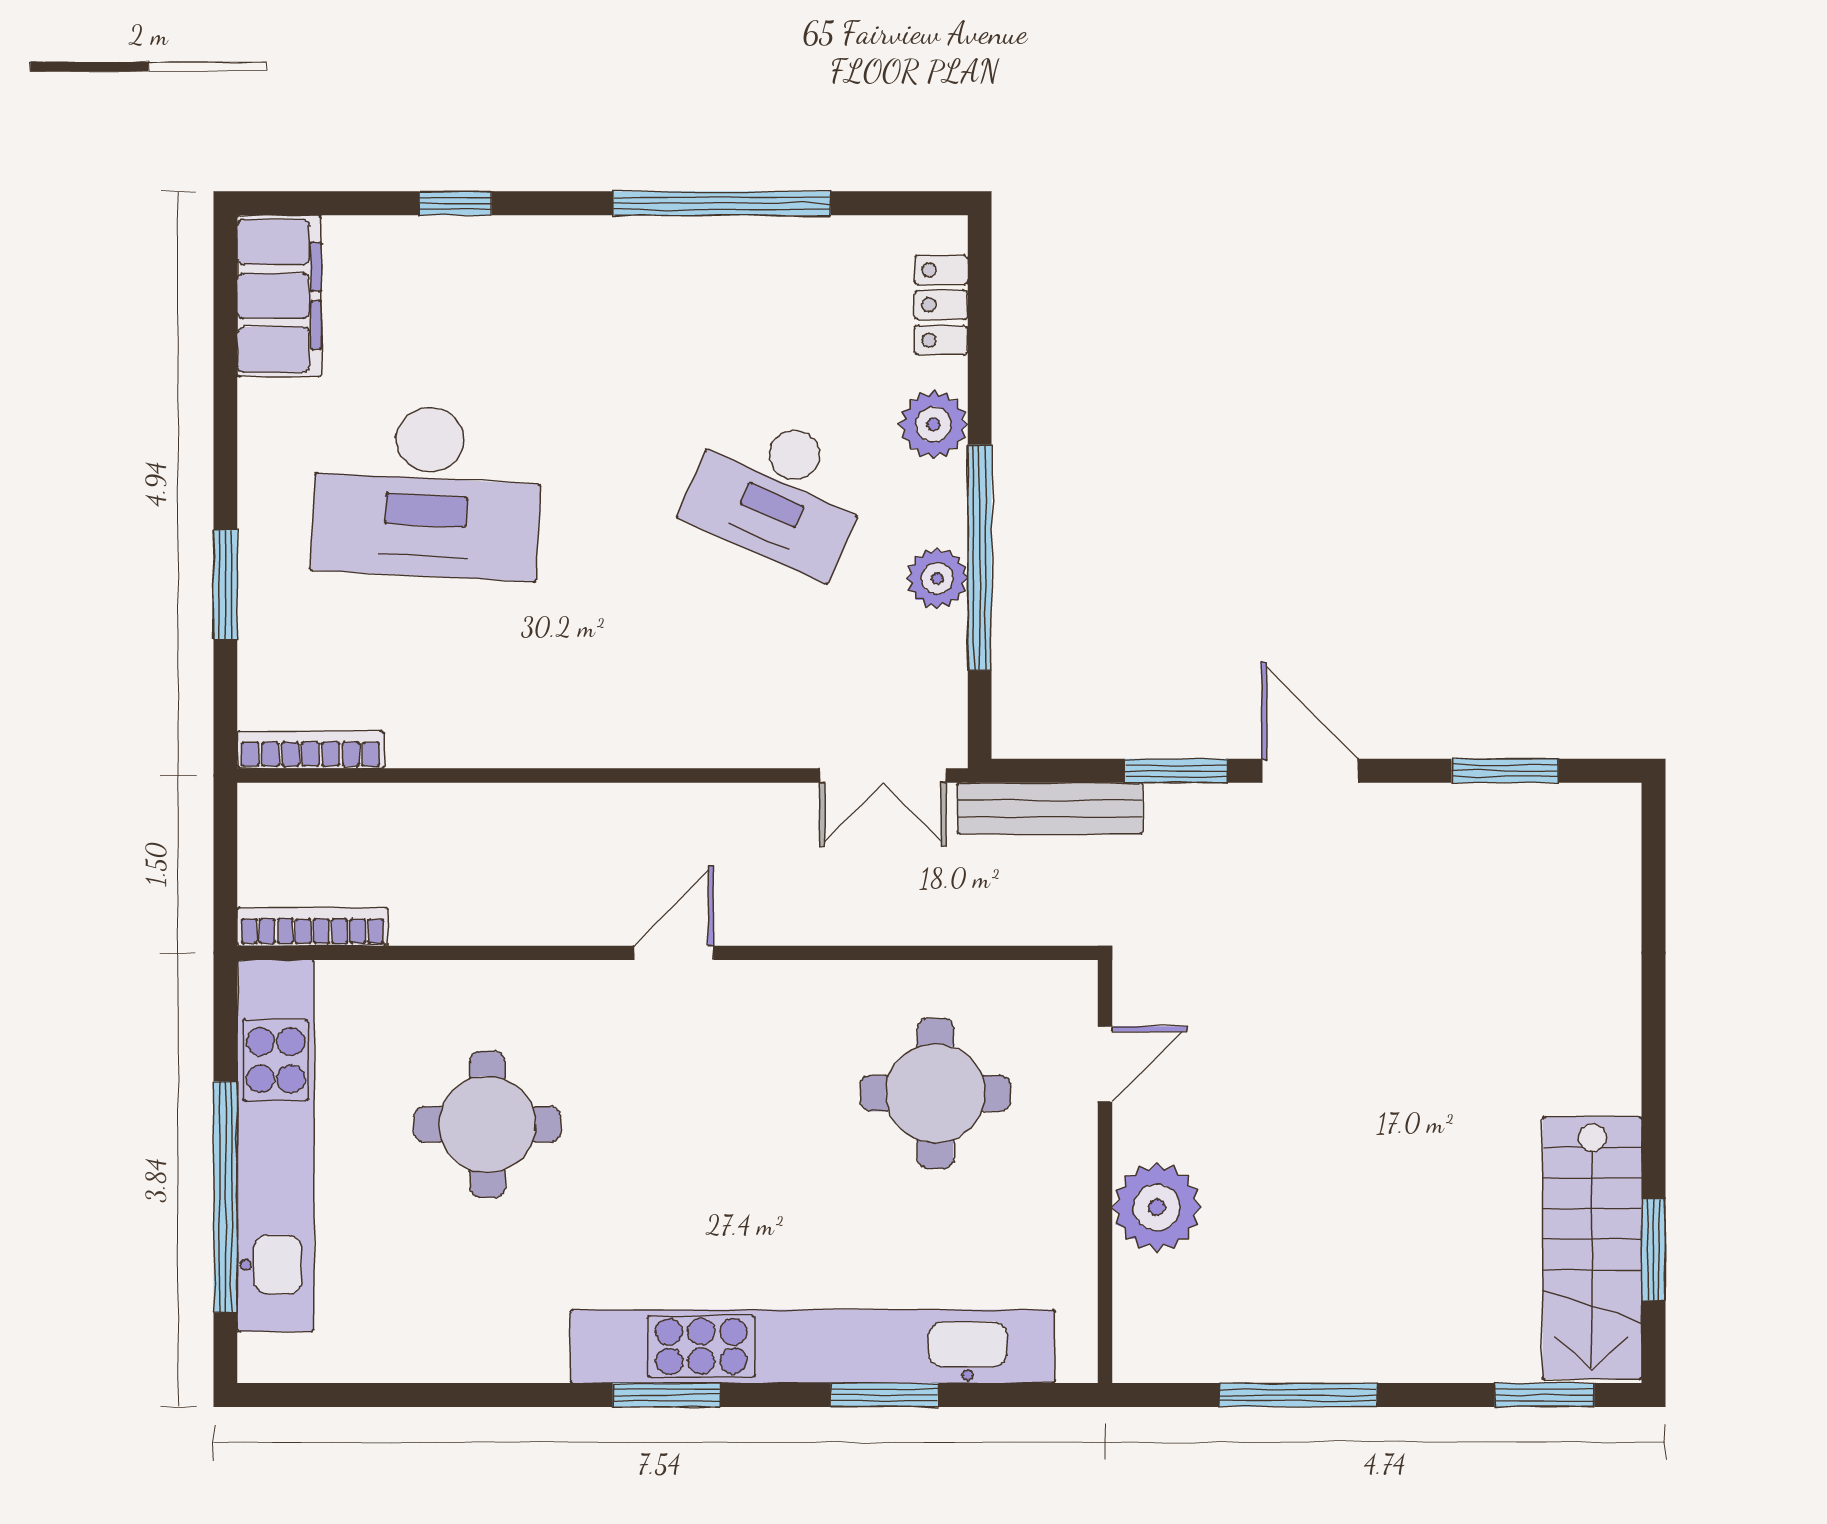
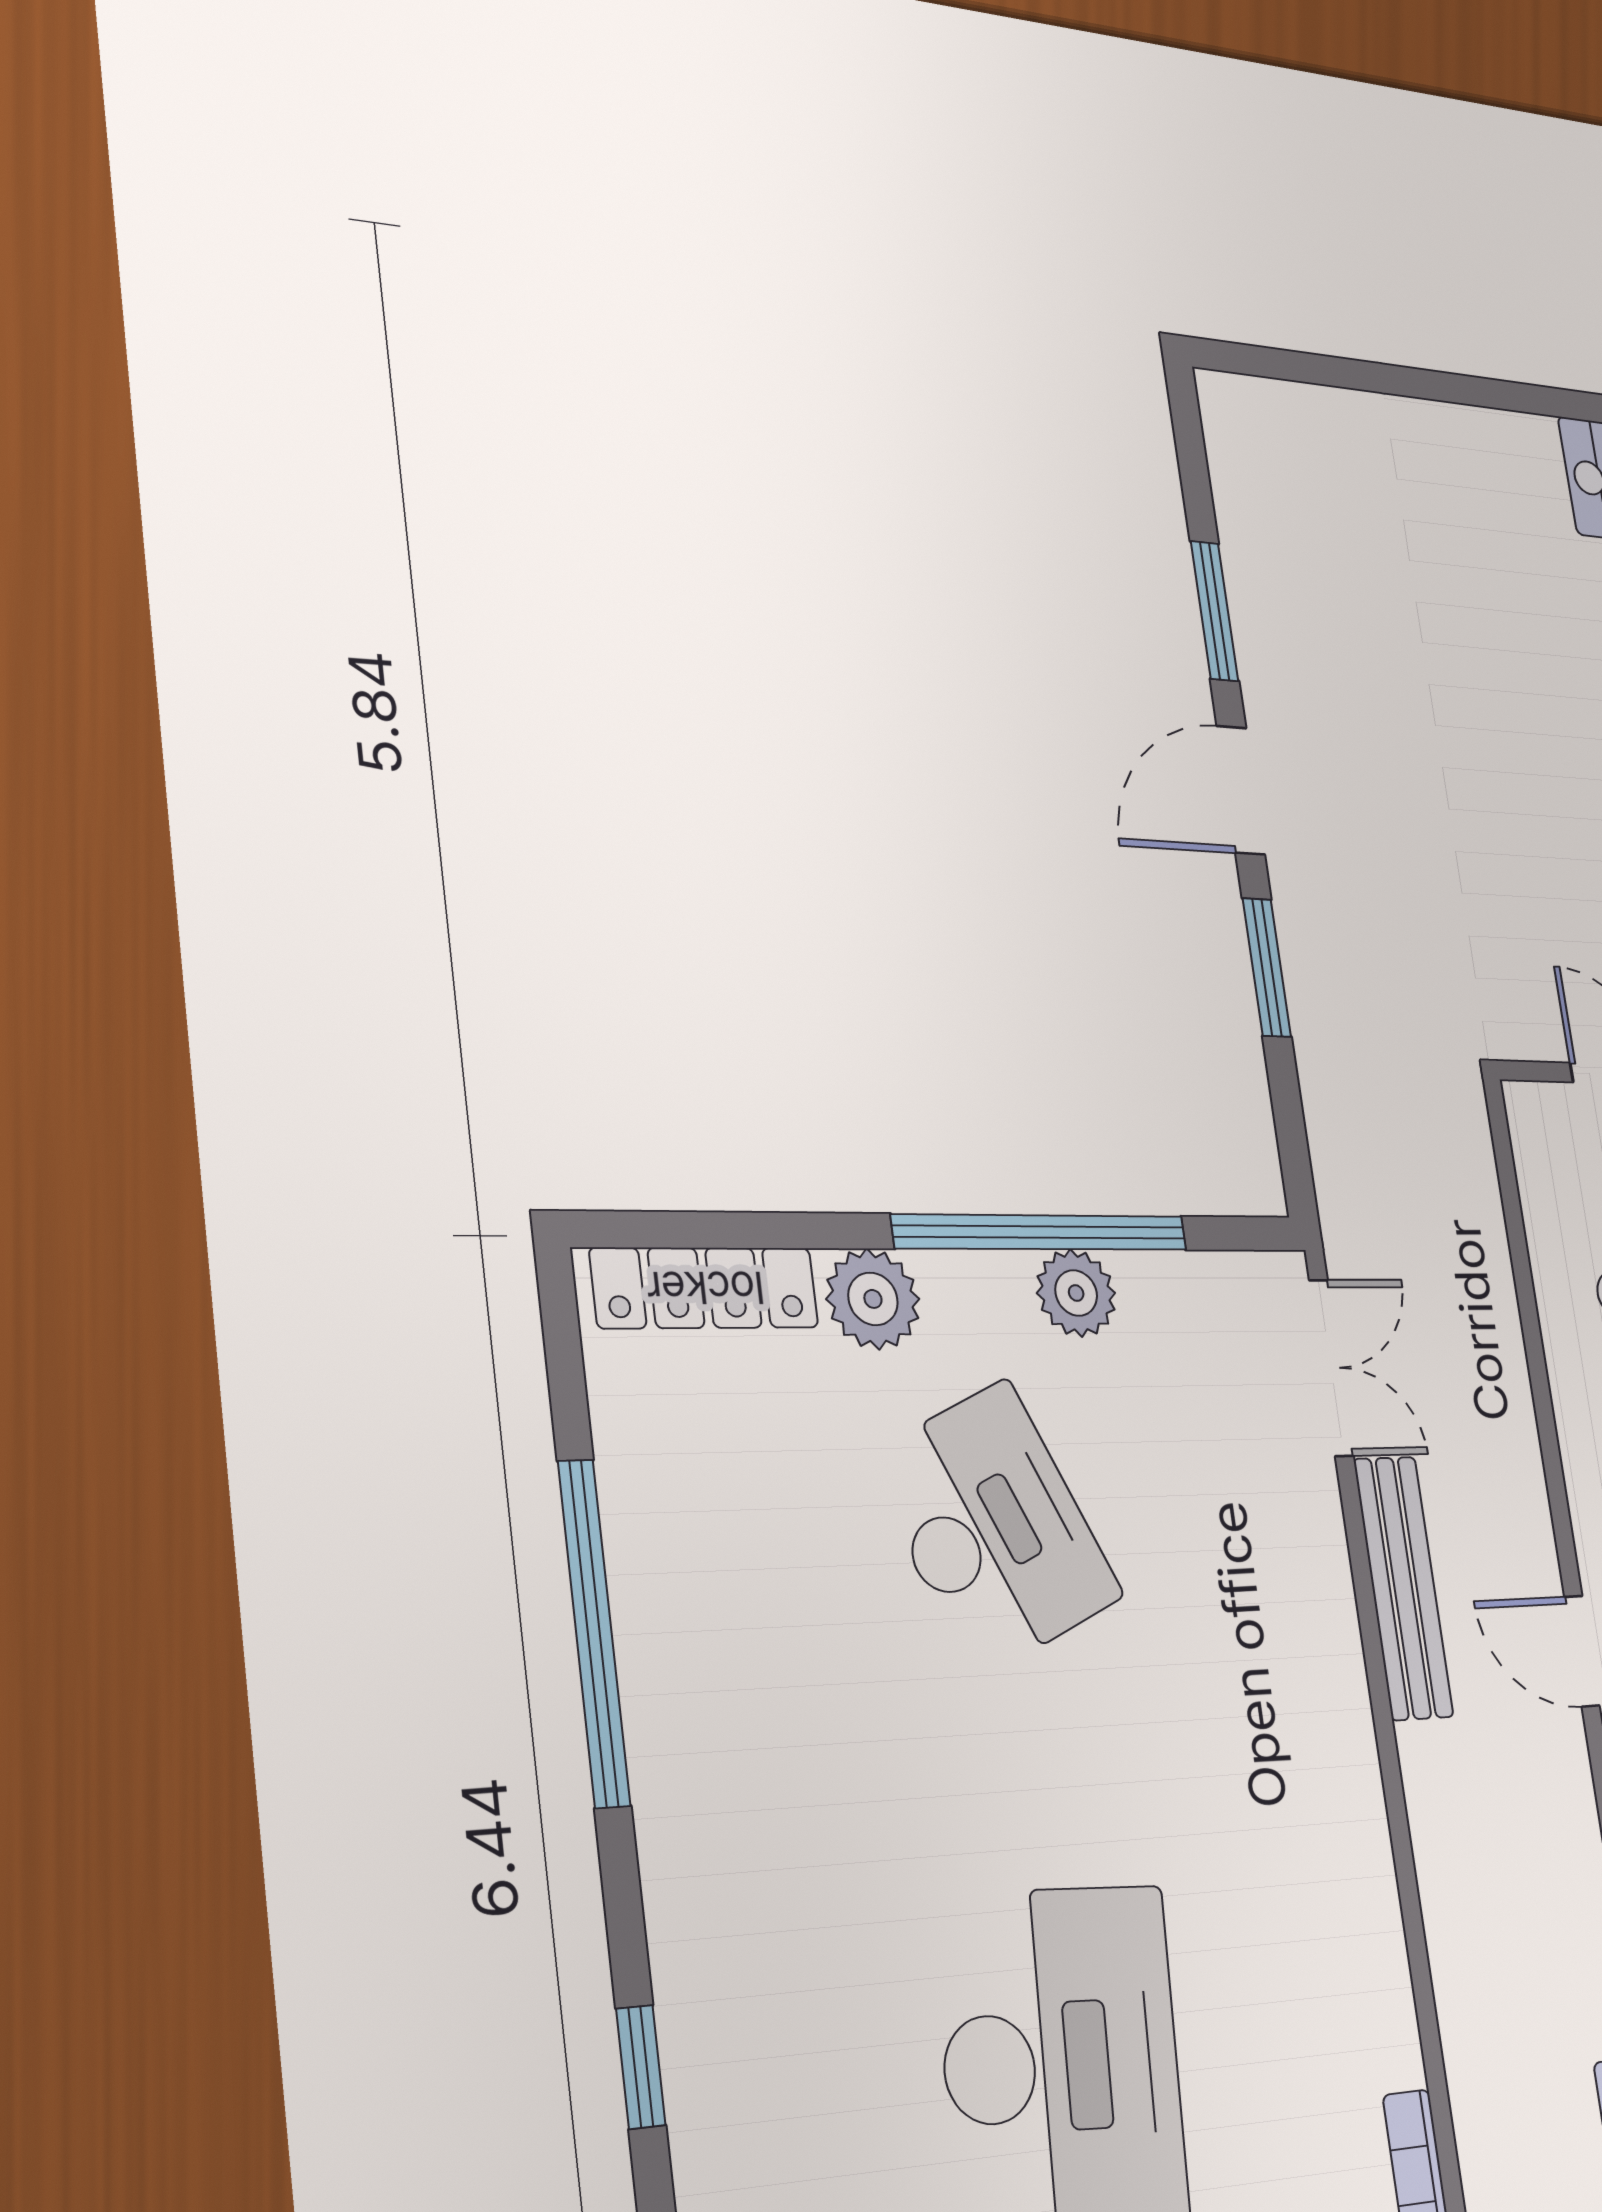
locker: (941, 305) -> (705, 1288), width x1.53
desk: (778, 492) -> (993, 1528), turned -48
window: (1505, 771) -> (1214, 611), moved
bench: (1050, 808) -> (1403, 1588), moved

